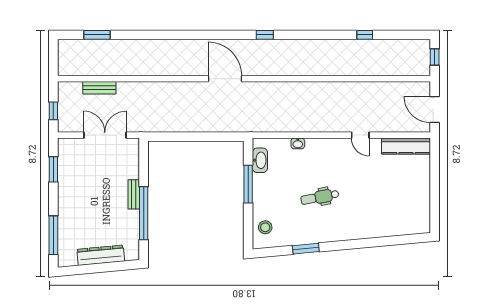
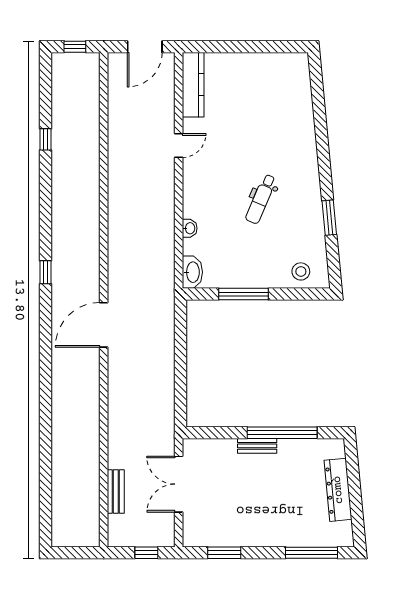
window: (97, 35) -> (46, 495), removed
washbasin: (260, 160) -> (192, 272), moved, turned 90
dental chair: (320, 197) -> (261, 199), turned 34

